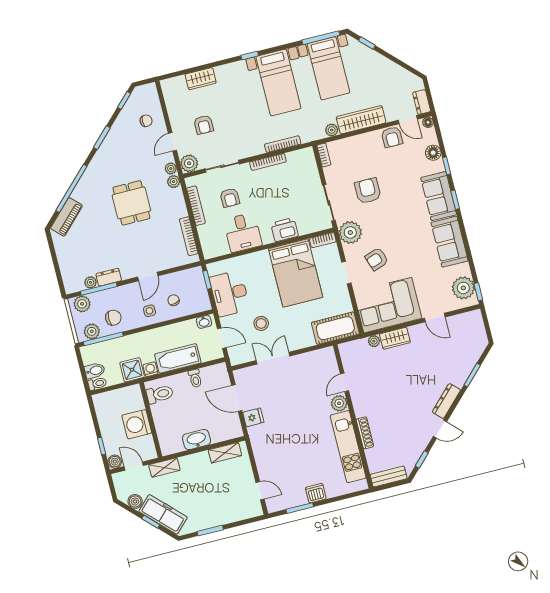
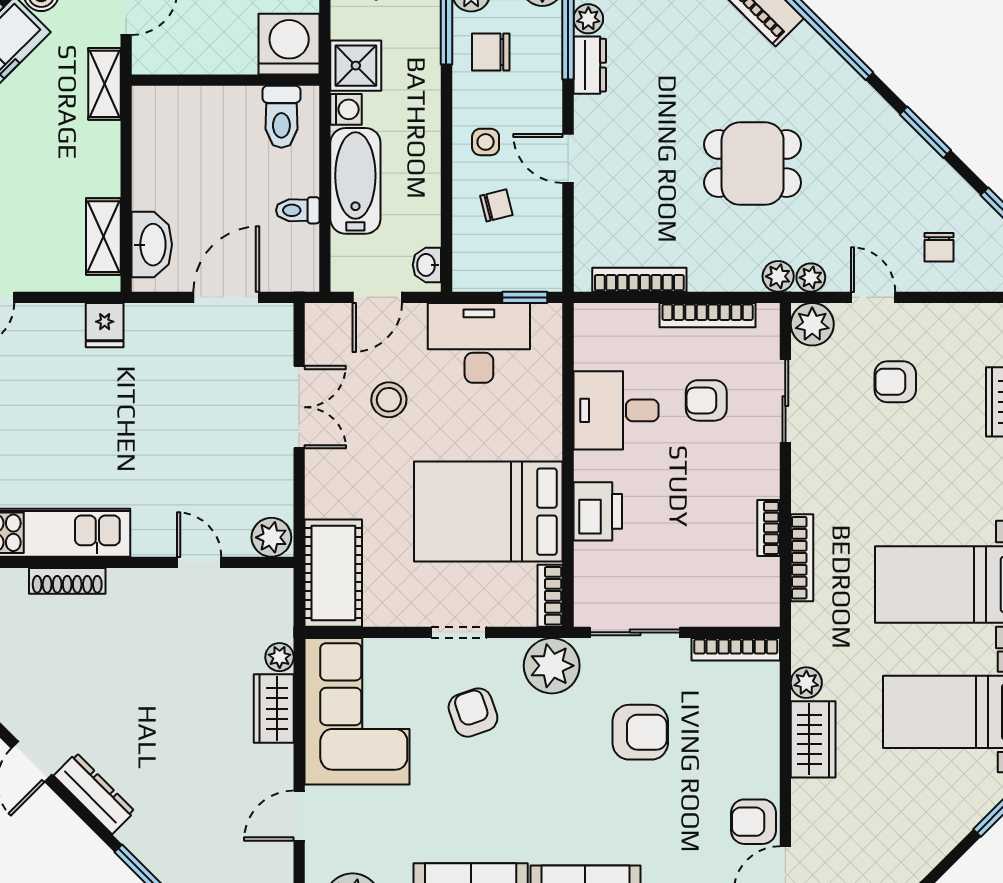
wardrobe: (361, 120) -> (813, 739), width x0.67
bookcase: (324, 155) -> (736, 649), width x1.56
bookcase: (268, 162) -> (769, 528), width x0.64
chair: (113, 318) -> (491, 52), turned 90
plant: (339, 403) -> (271, 537), moved
fridge: (253, 417) -> (105, 325), moved
washing machine: (137, 424) -> (289, 44), moved
washbasin: (197, 439) -> (152, 245), moved

